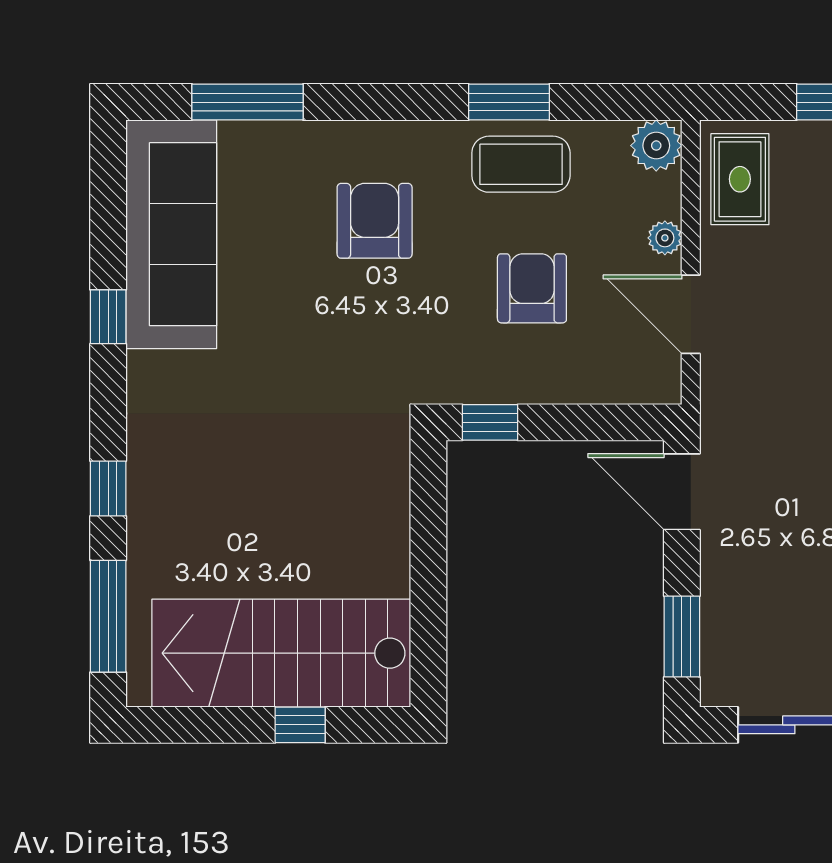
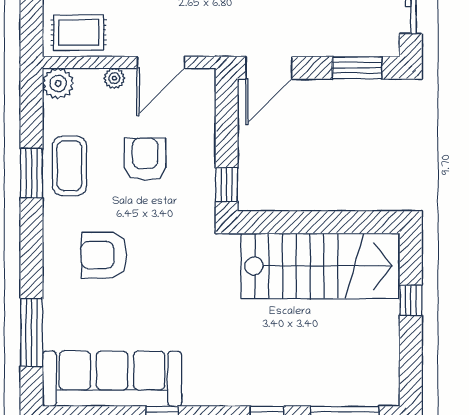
armchair: (532, 288) -> (145, 159), turned 90
stairs: (281, 653) -> (320, 266), moved, turned -90

